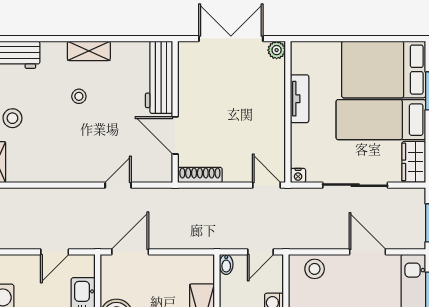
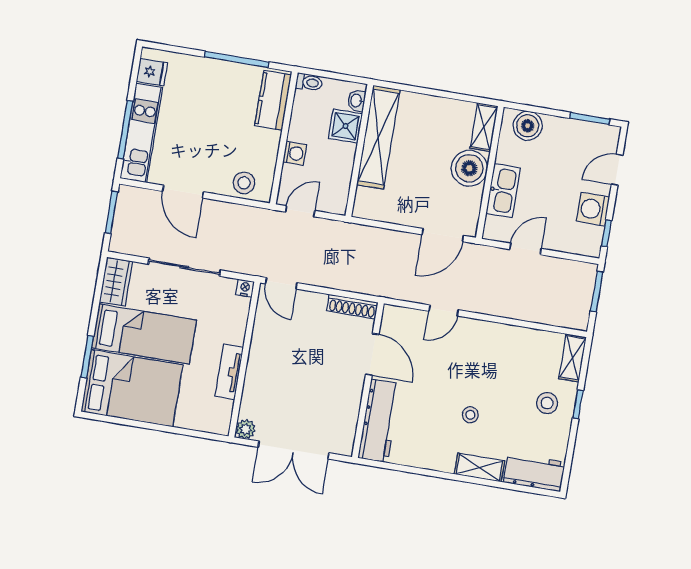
shelving: (89, 51) -> (479, 467), moved
bidet: (226, 264) -> (340, 204), removed

